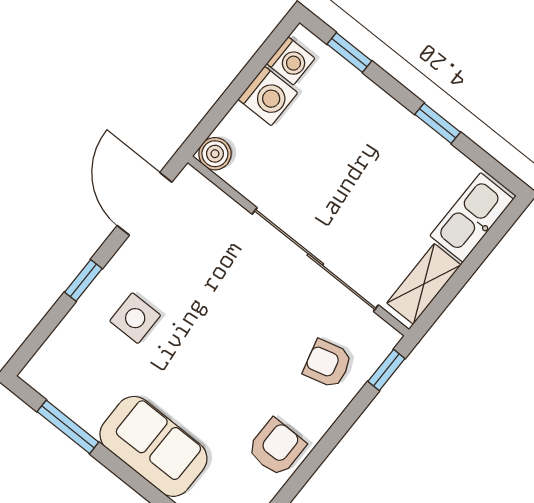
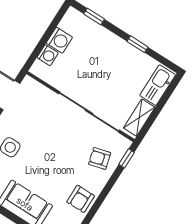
washing machine: (291, 61) -> (48, 55), moved
boiler: (215, 154) -> (38, 69), removed
armchair: (276, 447) -> (81, 199), turned 180

